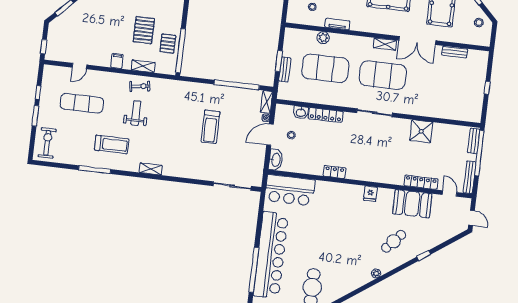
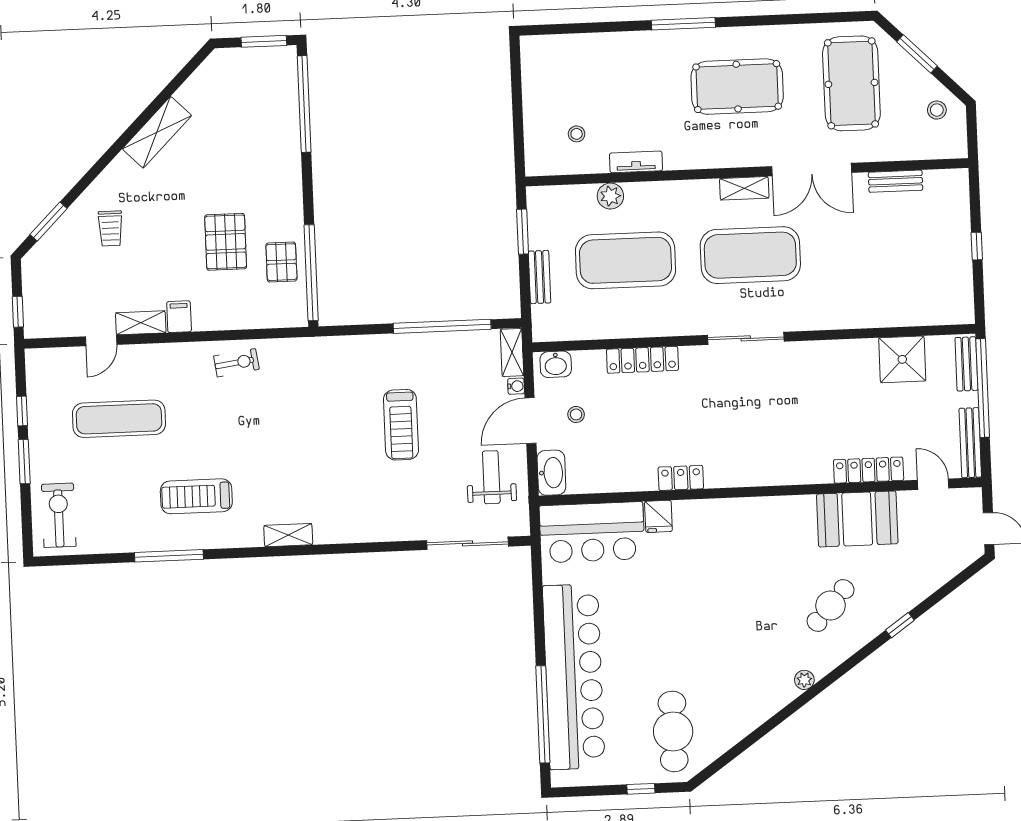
trolley: (92, 16) -> (110, 228), added
window: (279, 61) -> (523, 232), moved
shelving: (143, 66) -> (141, 323), moved
washbasin: (301, 112) -> (556, 364), moved
weight bench: (136, 113) -> (491, 477), moved
shower: (421, 131) -> (902, 359), moved
treadmill: (112, 144) -> (196, 496), turned 180
fridge: (370, 194) -> (658, 516), moved

